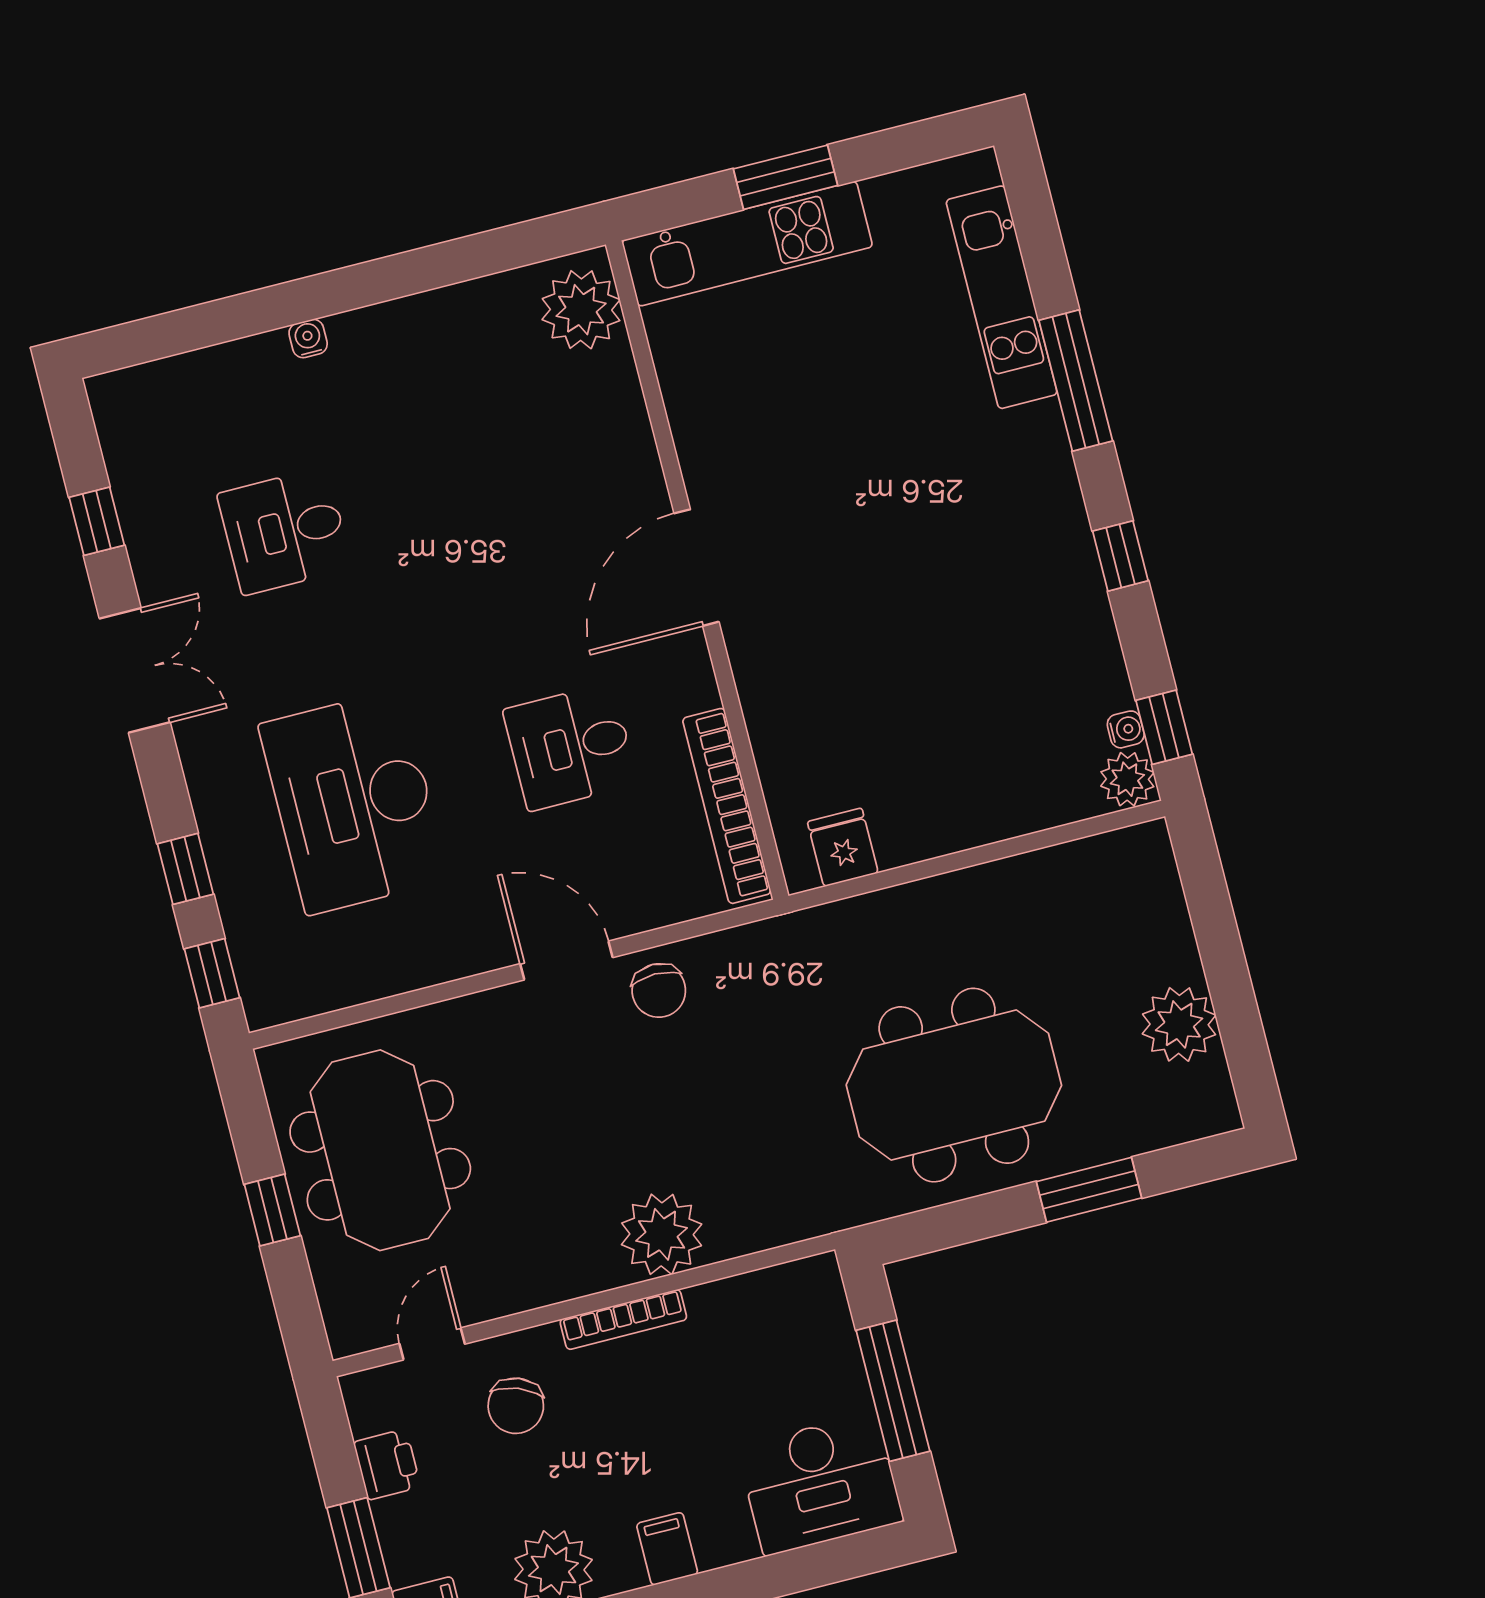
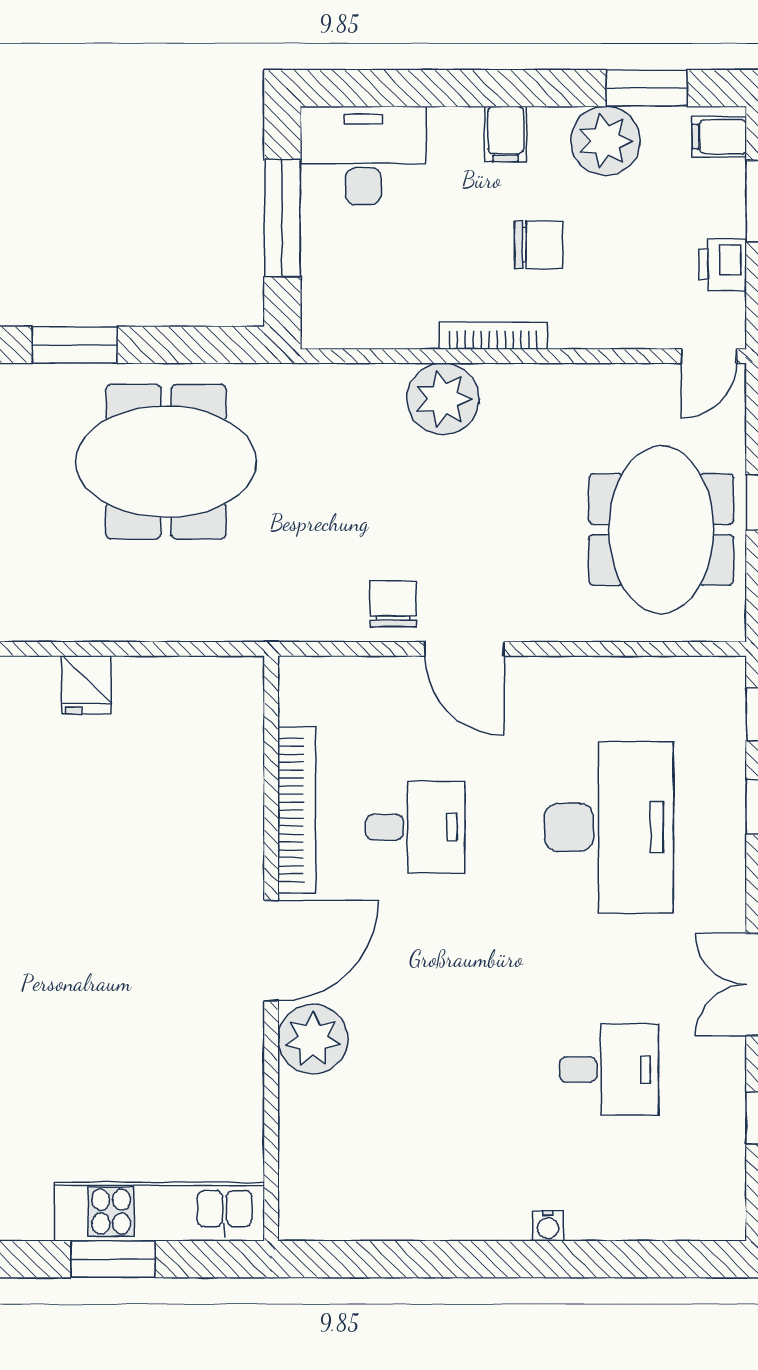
plant: (581, 310) -> (313, 1039), moved
bookcase: (727, 806) -> (297, 810), moved
fridge: (843, 847) -> (87, 685), moved
door: (432, 1344) -> (709, 356), moved
chair: (516, 1406) -> (539, 245), moved, turned 69

